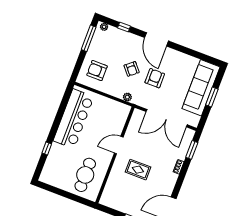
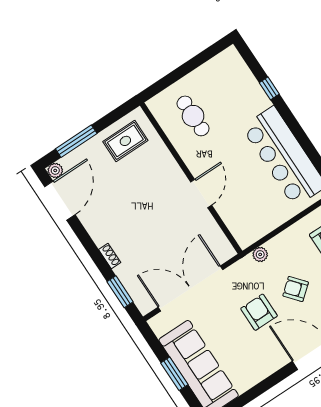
armchair: (155, 78) -> (259, 312), turned 180
rug: (138, 170) -> (125, 141), moved
cafe table: (85, 175) -> (193, 116), width x0.73, depth x0.74

